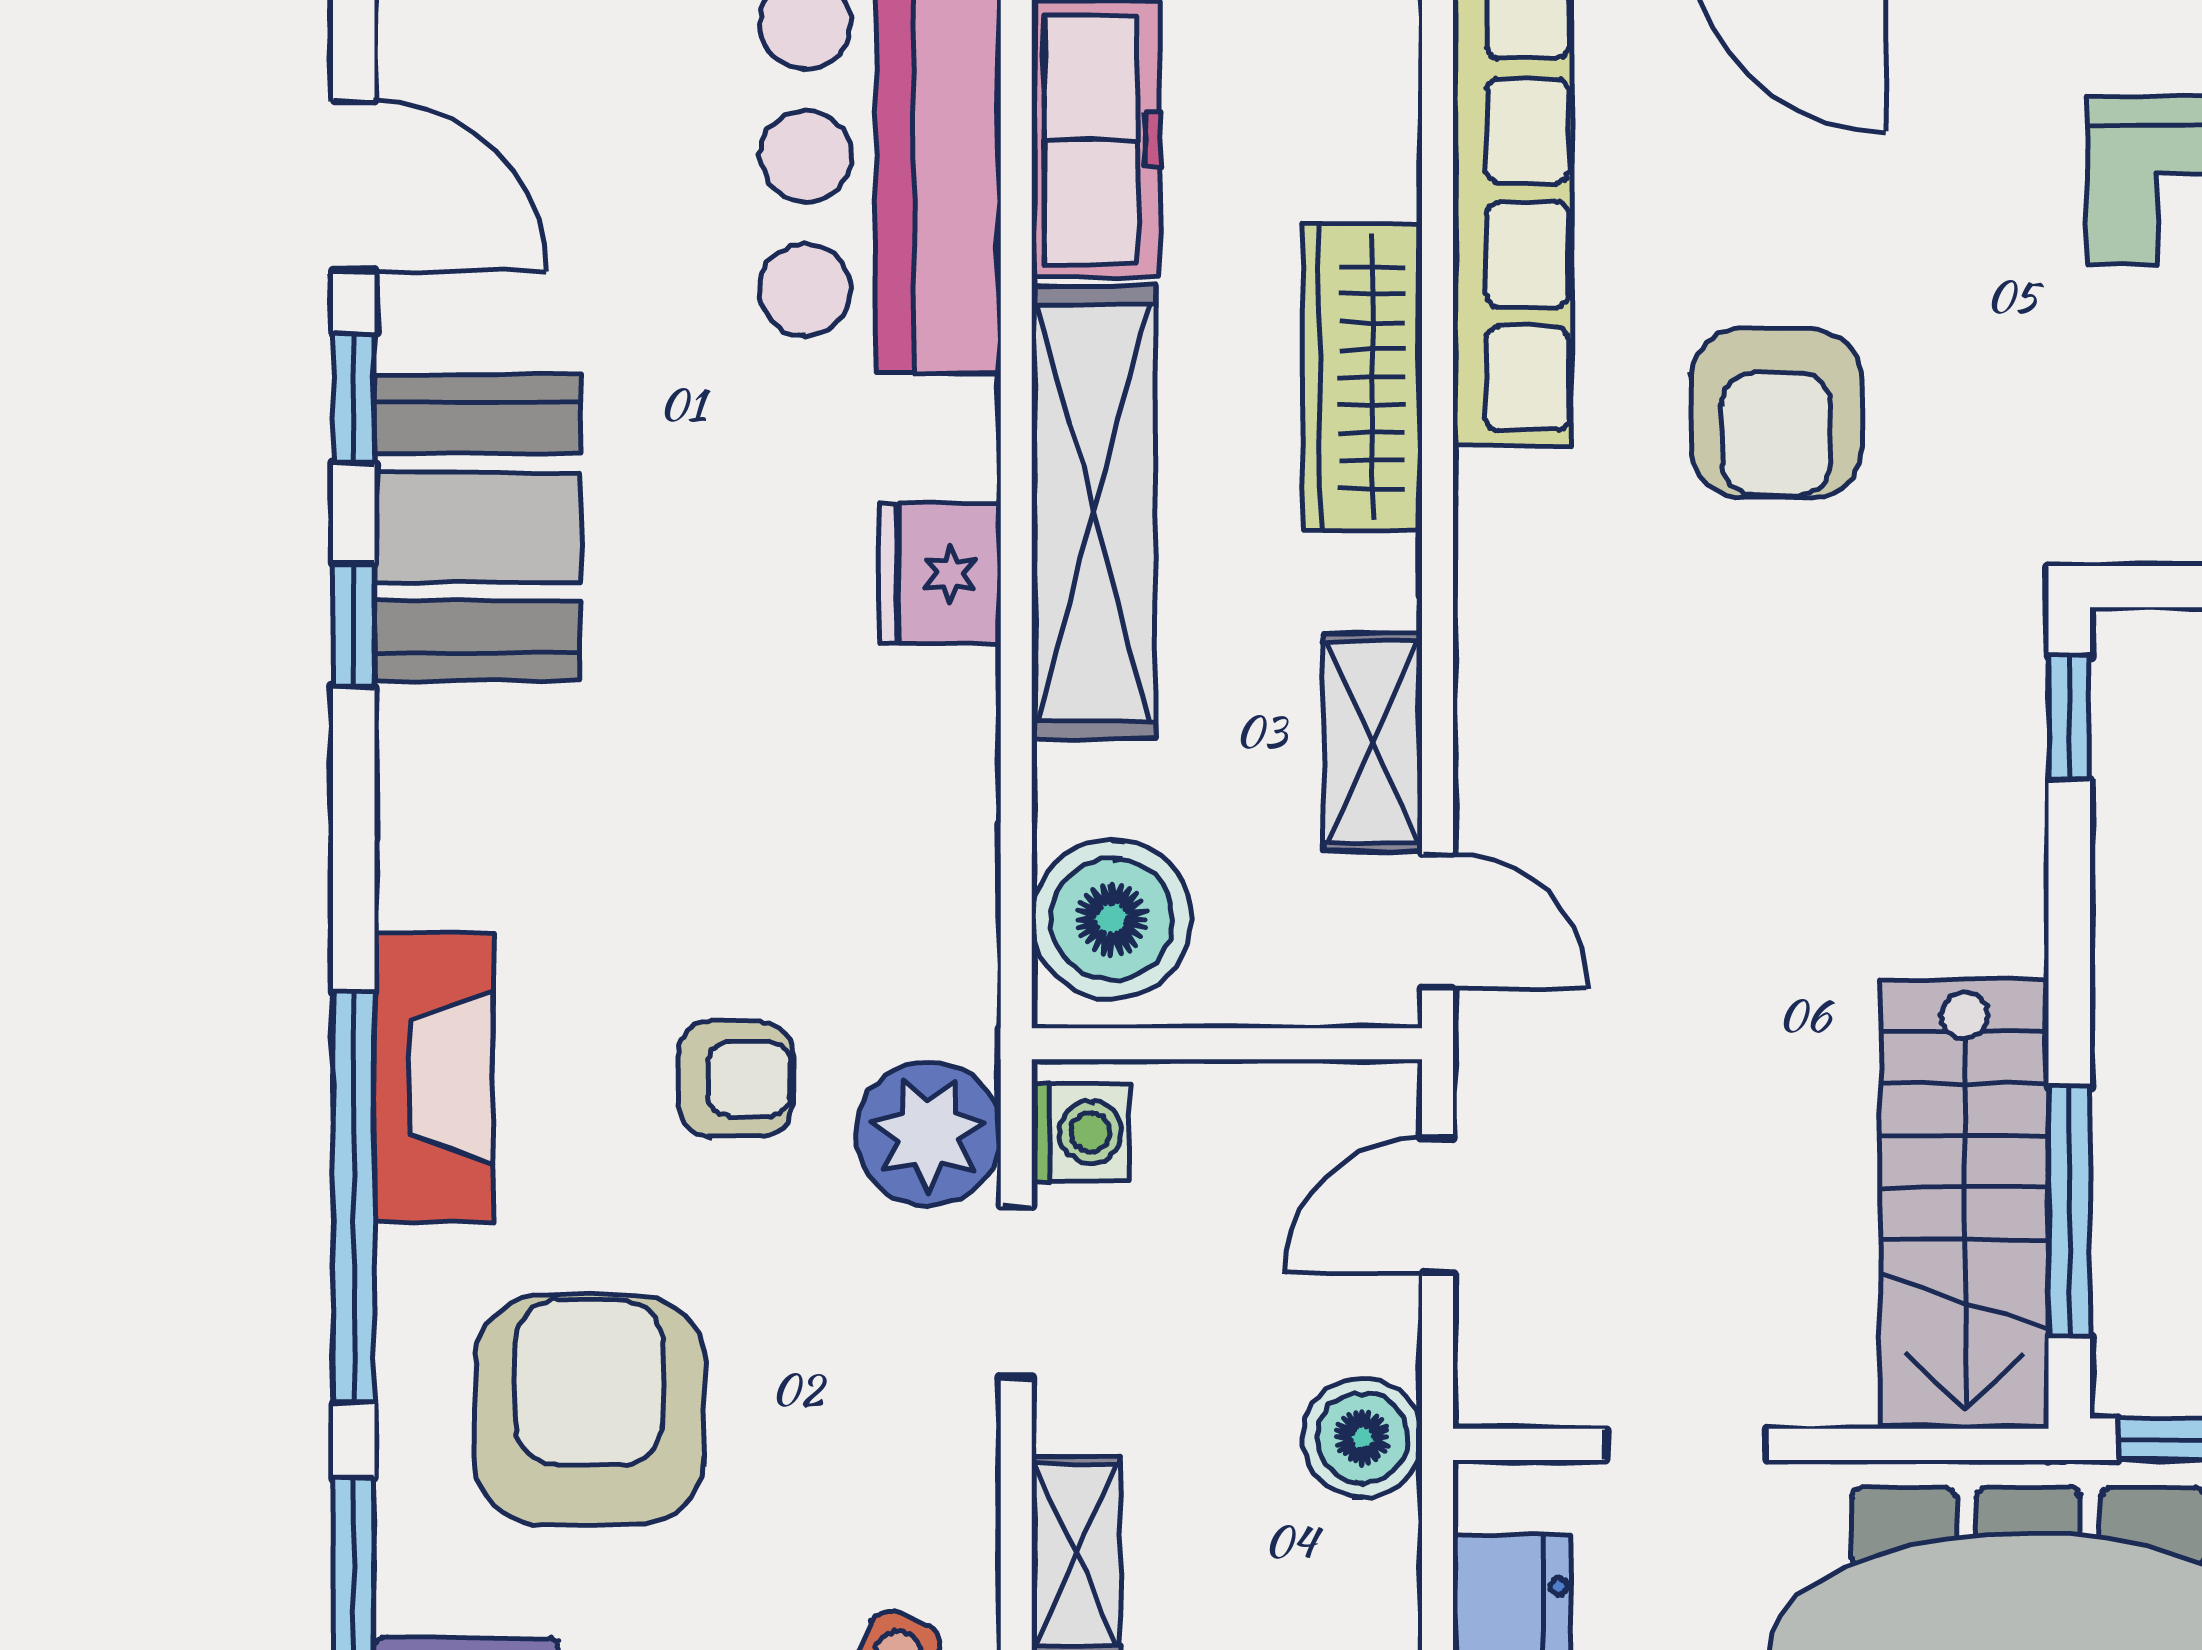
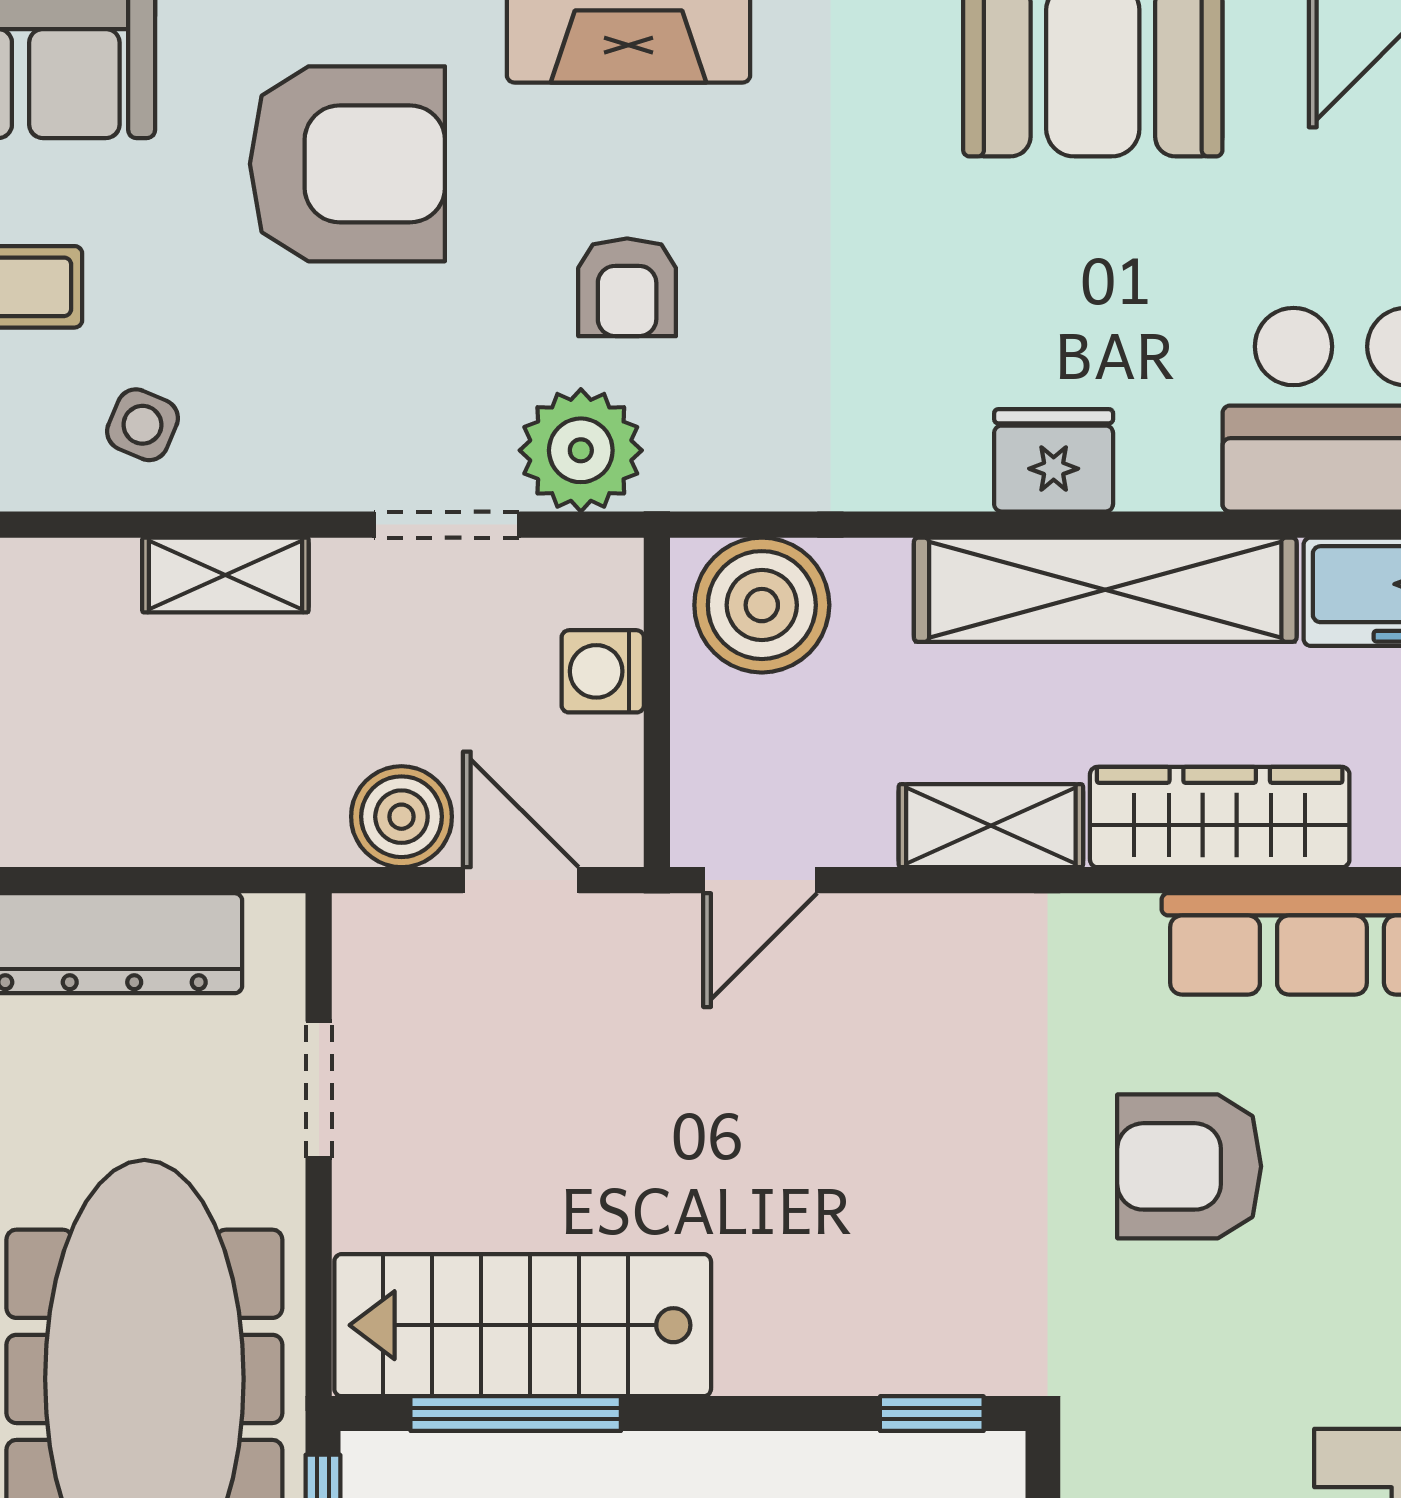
shelving: (1373, 742) -> (991, 826), moved
washing machine: (1080, 1132) -> (603, 671), moved, turned 90
boiler: (1362, 1438) -> (401, 817), moved

